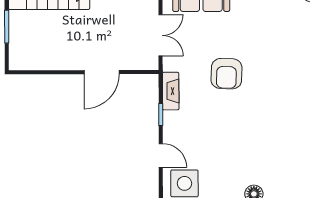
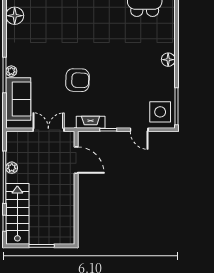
door: (102, 72) -> (76, 160), moved
door: (161, 155) -> (139, 130), swing flipped

